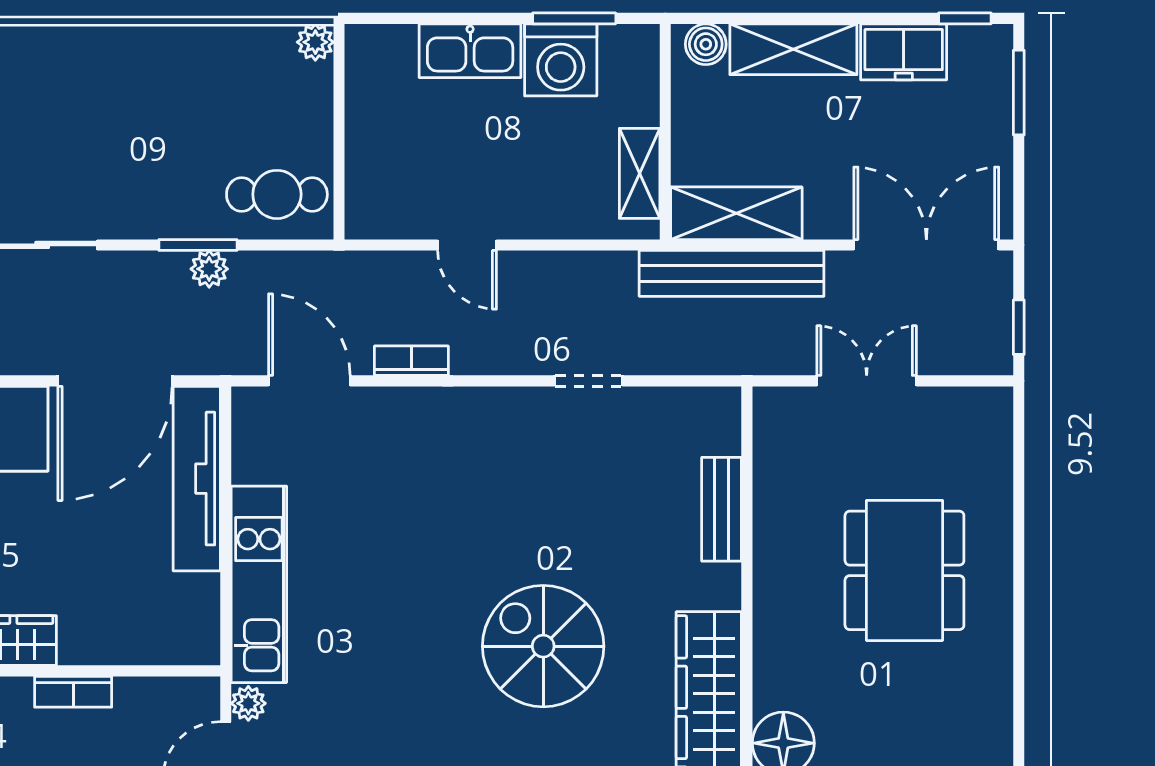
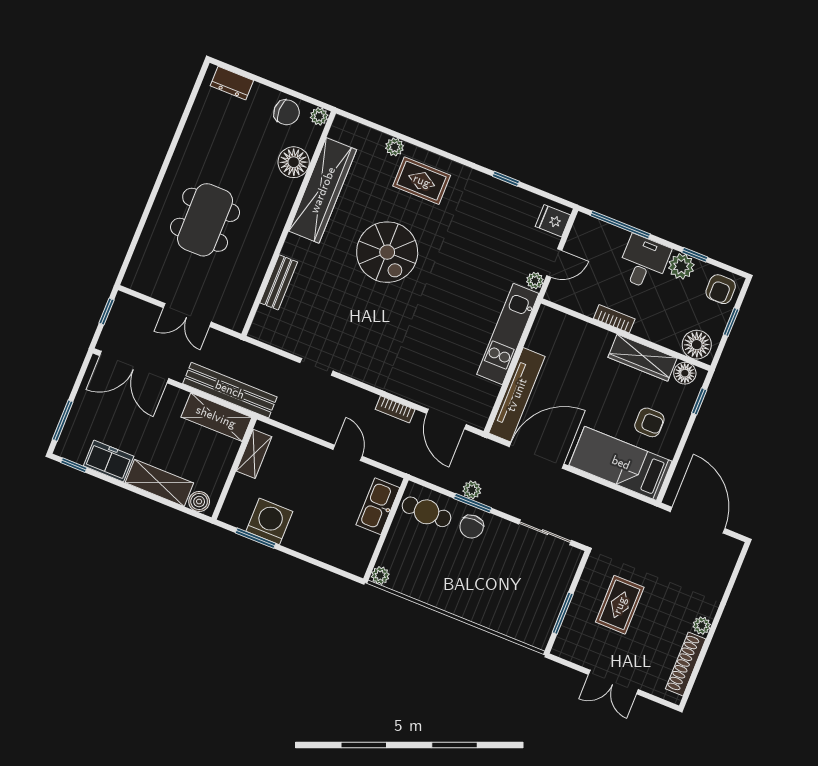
kitchen sink: (470, 51) -> (378, 506), moved, turned -90
chair: (182, 201) -> (472, 527), added

